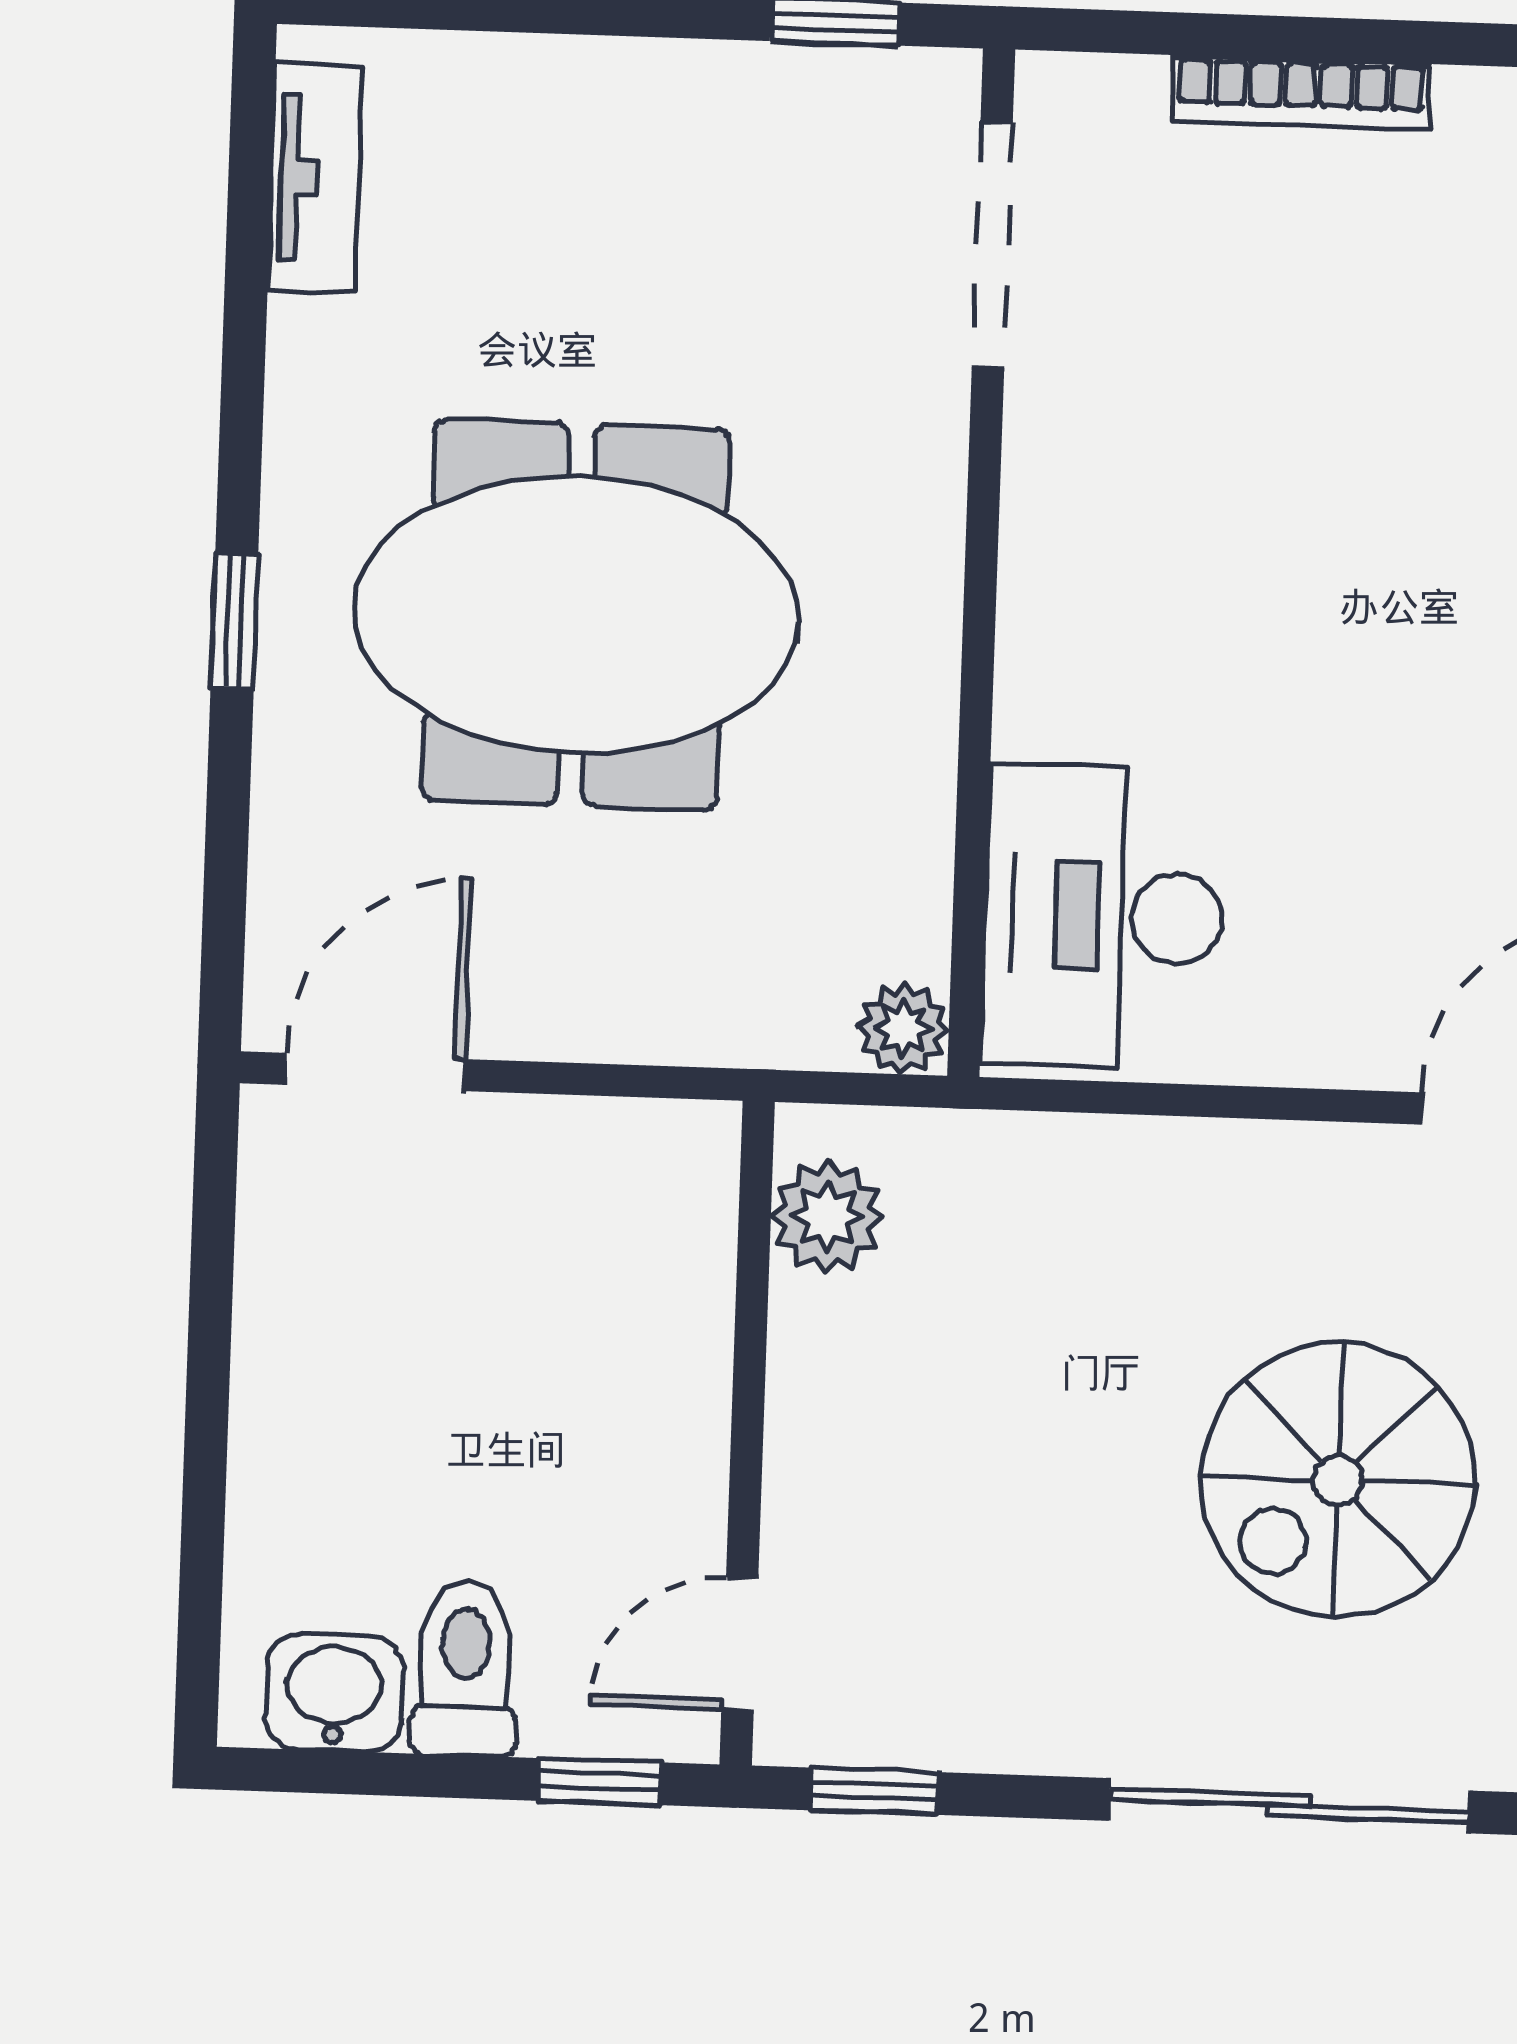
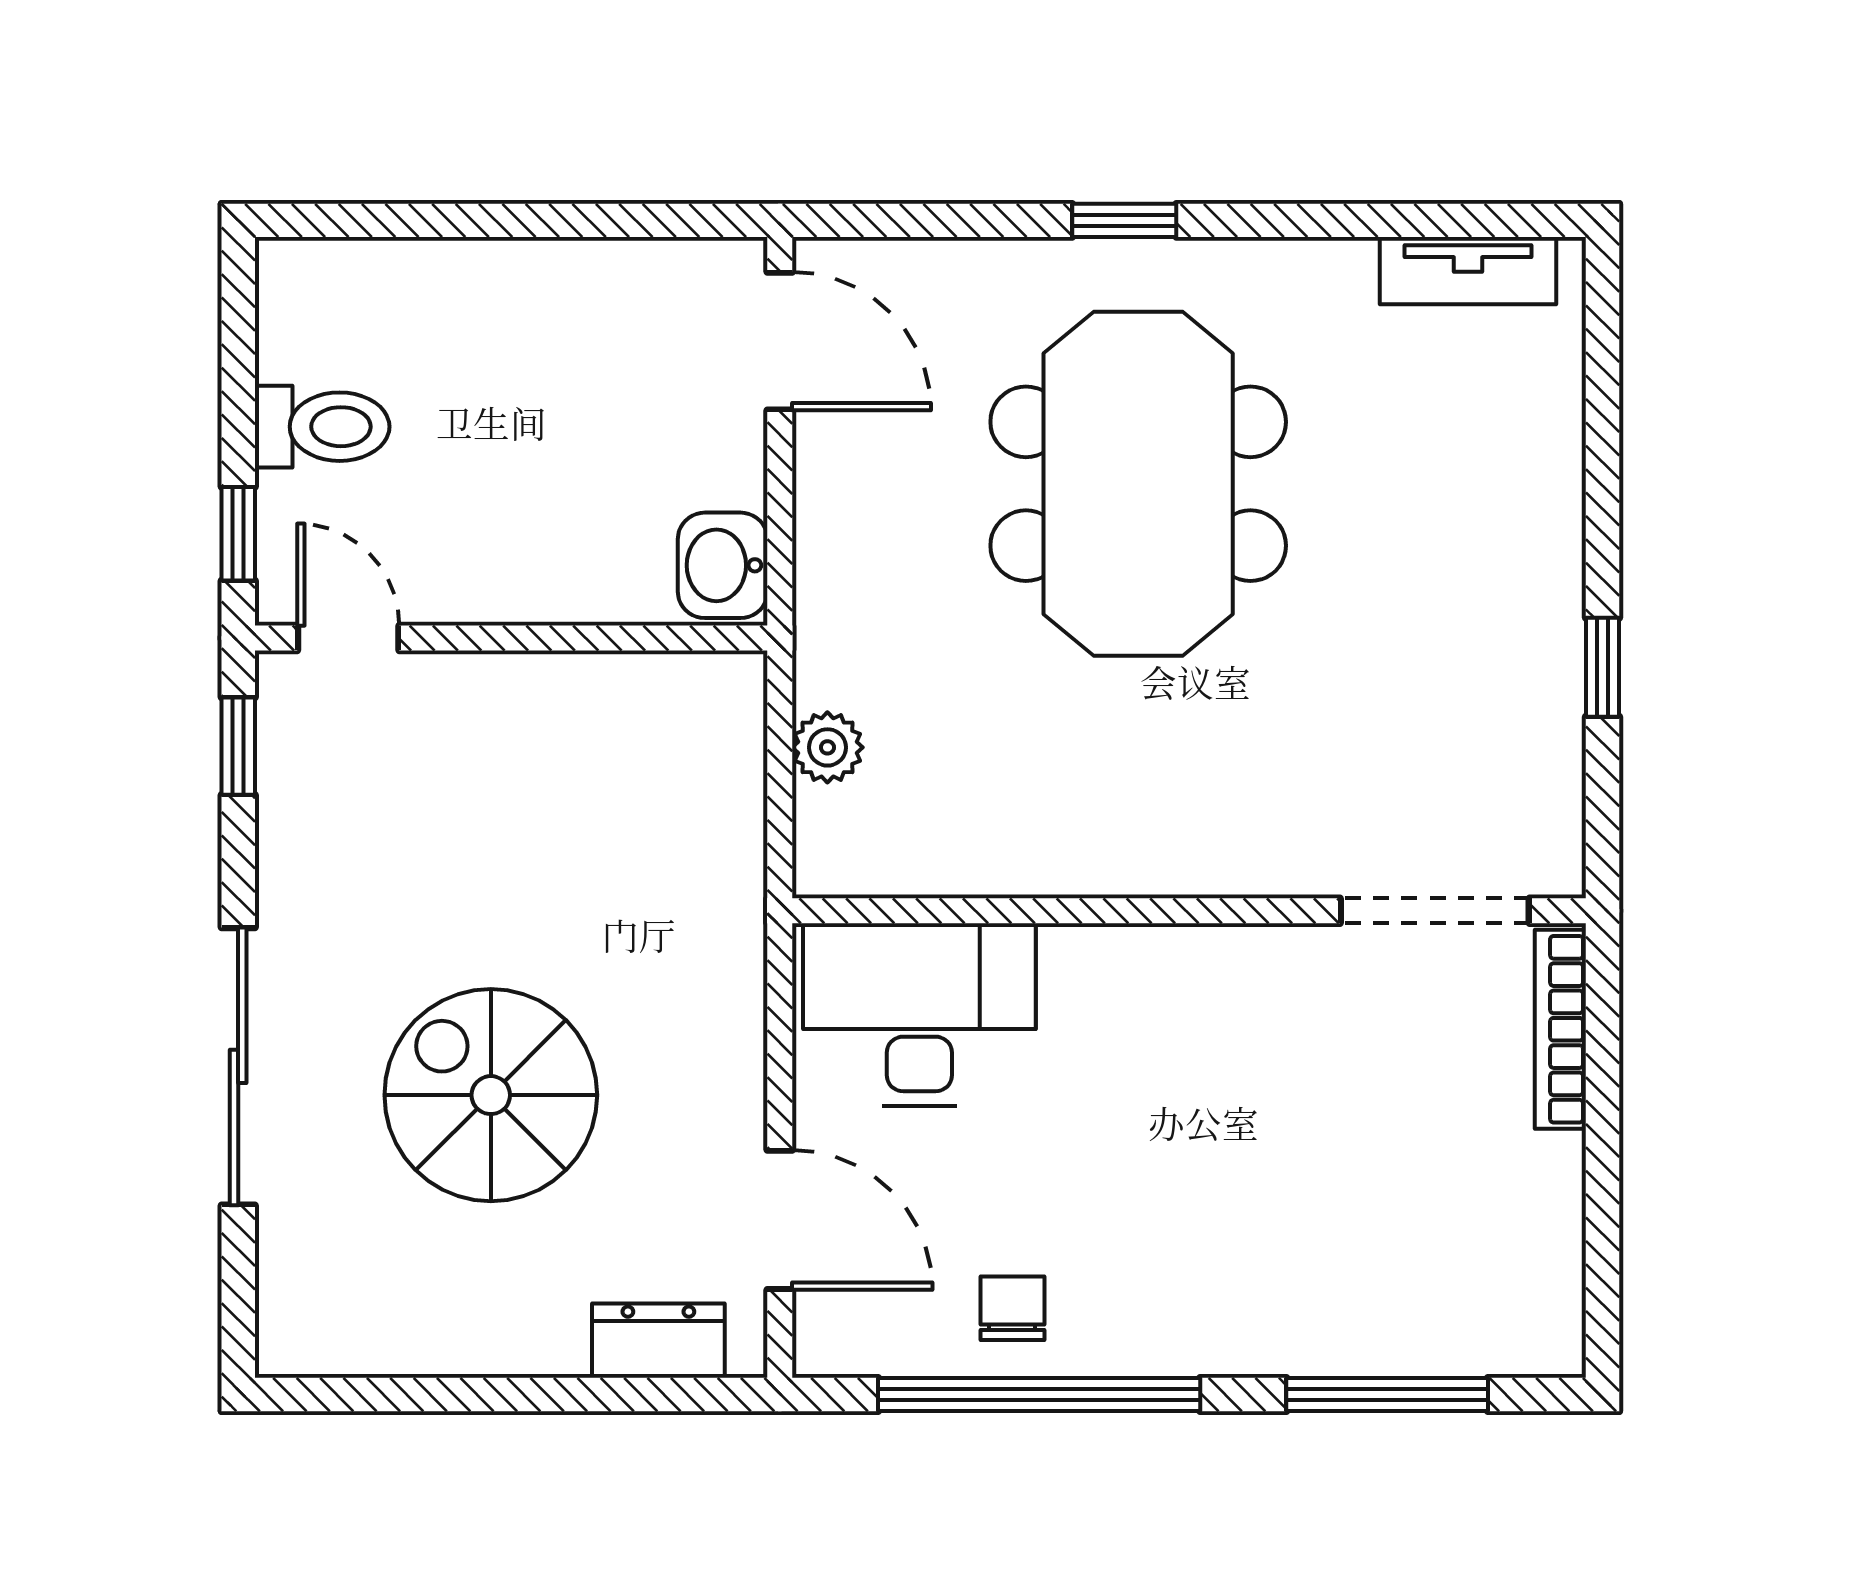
doorway: (992, 245) -> (1435, 911), moved
wall: (981, 563) -> (1189, 911), moved
desk: (1103, 916) -> (919, 1015), moved
plant: (828, 1217) -> (680, 694), removed
washbasin: (334, 1693) -> (723, 565), moved, turned 180

